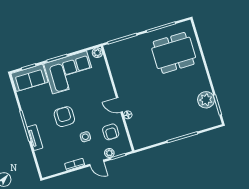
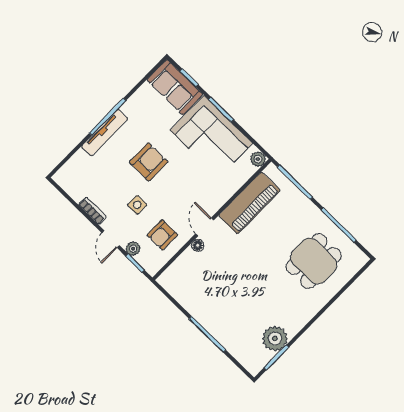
dining table: (174, 53) -> (314, 261), width x0.73
piano: (120, 71) -> (250, 203), added
tv unit: (35, 137) -> (105, 133), width x1.41

